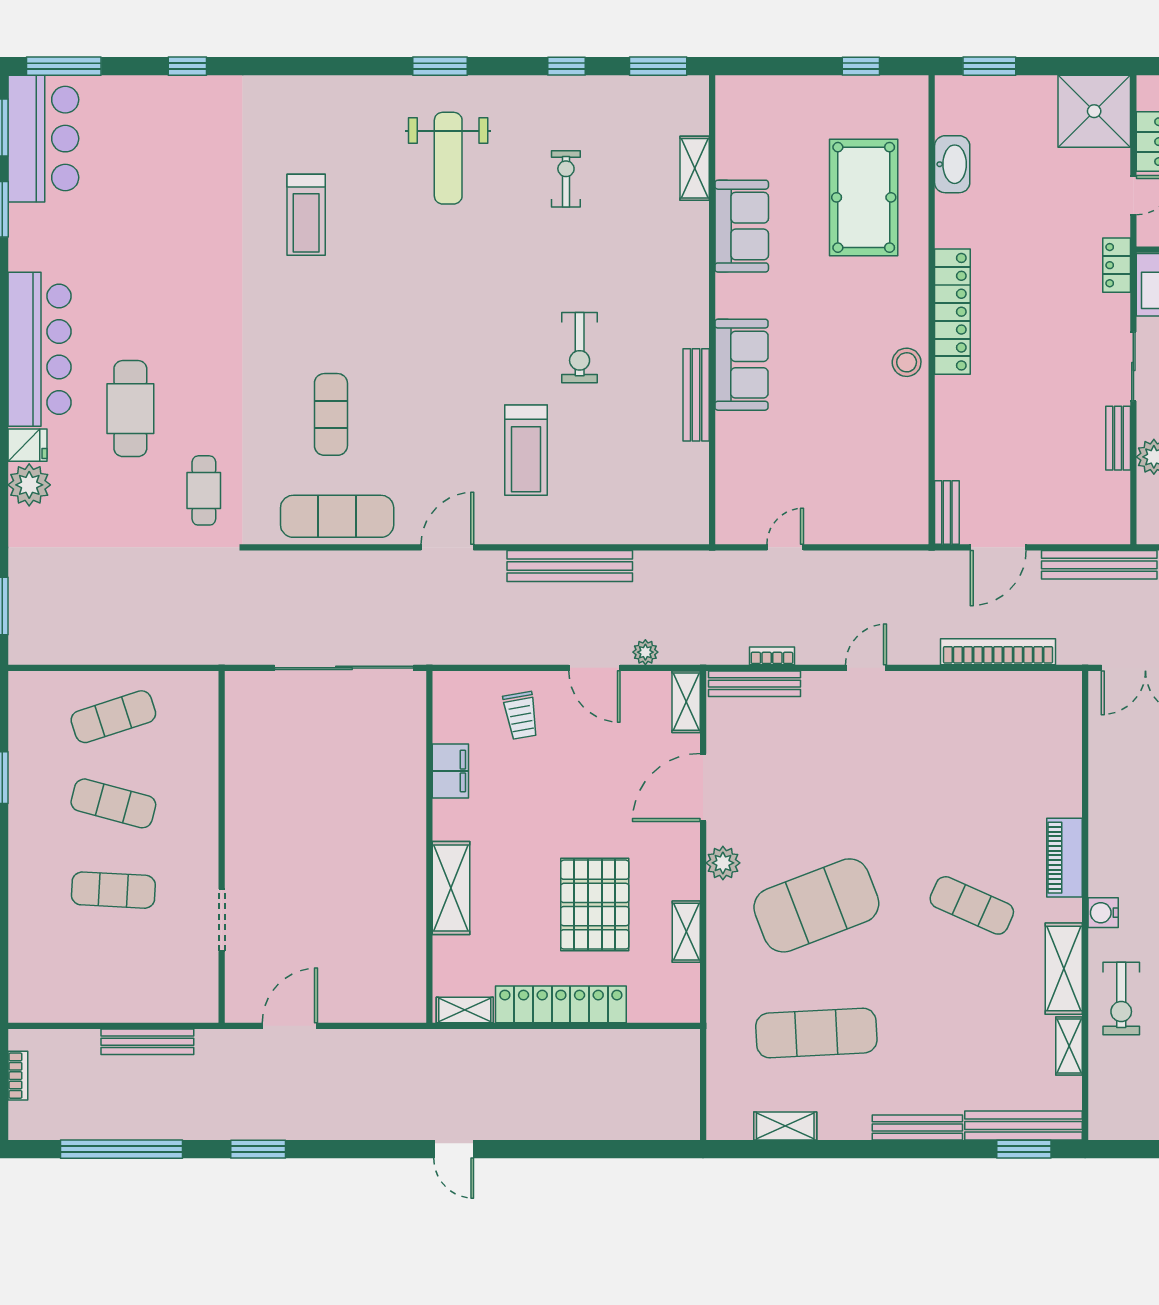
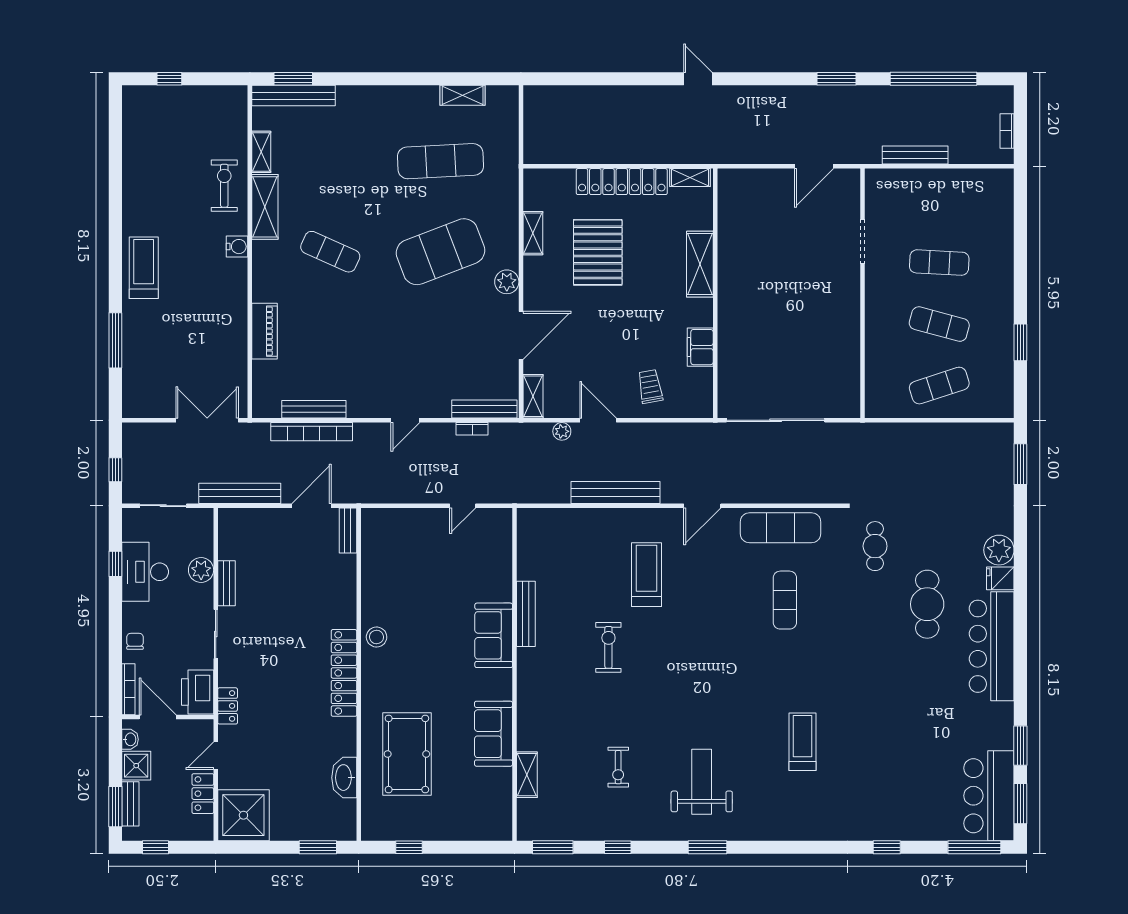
piano: (1064, 858) -> (265, 331), moved
bench: (917, 1128) -> (314, 409), moved

